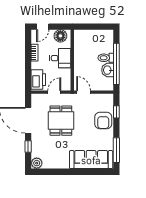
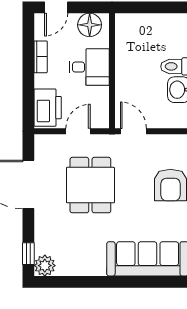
window: (28, 146) -> (28, 254), moved

